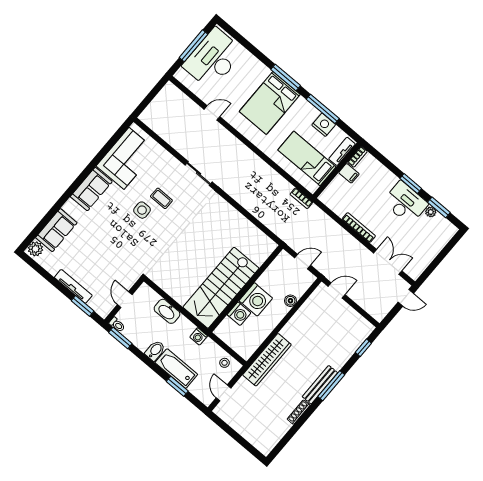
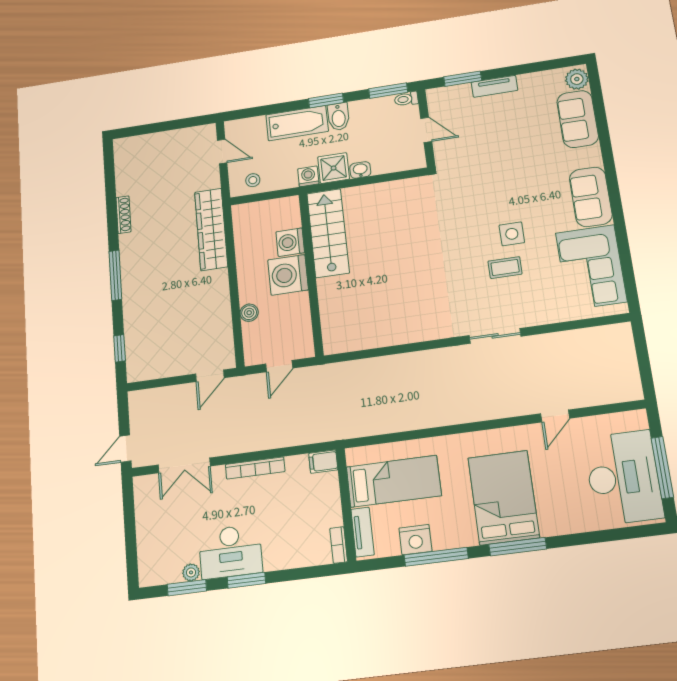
filing cabinet: (349, 173) -> (323, 462), moved
bookcase: (301, 198) -> (353, 431), removed
tv unit: (73, 286) -> (494, 86), width x0.71
stairs: (221, 288) -> (328, 233), width x0.73, depth x0.66
washbasin: (167, 311) -> (360, 170), width x0.52, depth x0.69
shower: (184, 328) -> (334, 168), added
bench: (320, 385) -> (129, 264), removed
window: (177, 386) -> (326, 100), moved

